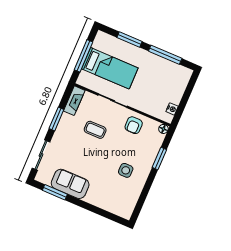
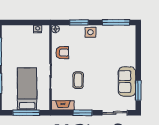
side table: (126, 170) -> (90, 32), moved
window: (142, 200) -> (116, 22), added

